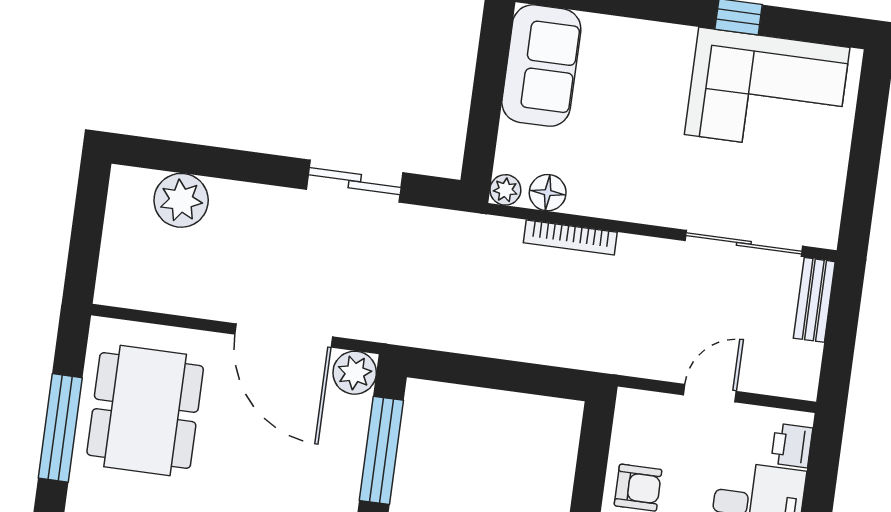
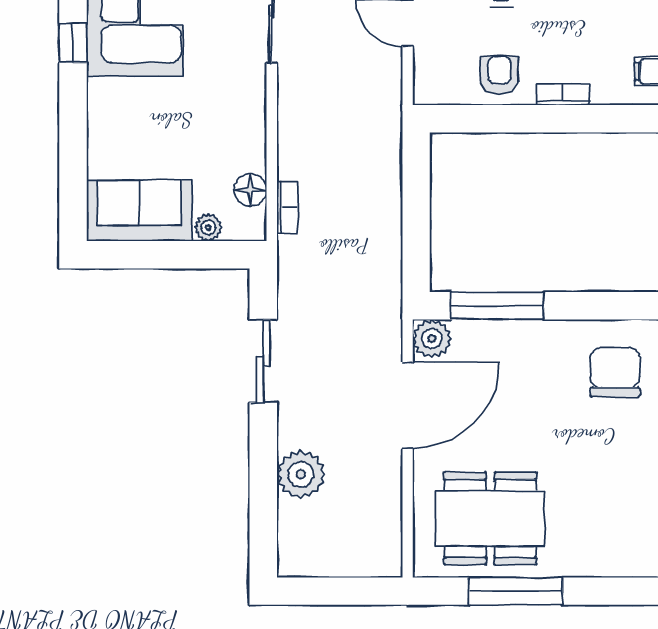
plant: (505, 190) -> (208, 228), moved
plant: (181, 200) -> (301, 474), moved
bookcase: (570, 238) -> (287, 208), moved, width x0.64

